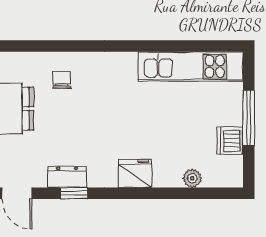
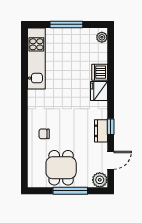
dishwasher: (230, 141) -> (100, 72), moved, turned 90
plant: (192, 178) -> (102, 37), moved

